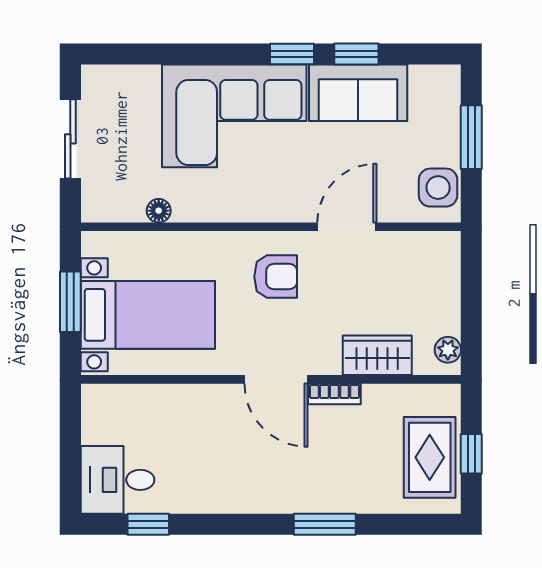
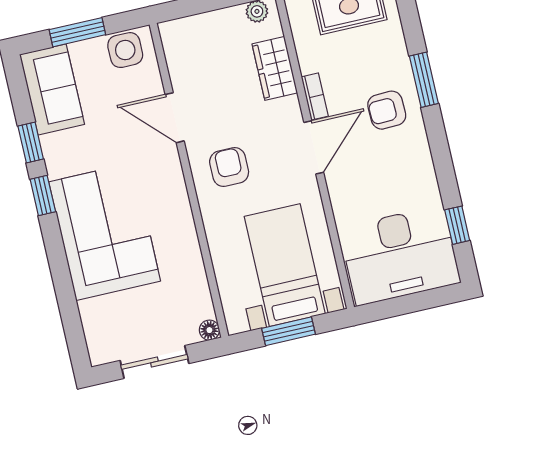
sofa: (358, 93) -> (52, 89), moved
floor lamp: (159, 211) -> (209, 330), moved
armchair: (300, 473) -> (387, 110), added
desk: (118, 480) -> (400, 255), width x1.87, depth x1.30

